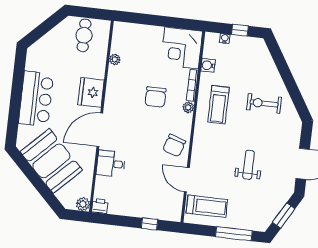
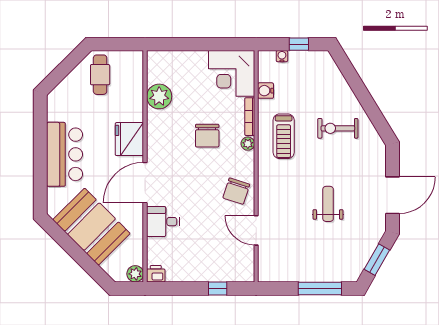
cafe table: (84, 35) -> (100, 75), moved
plant: (115, 59) -> (159, 96), width x1.88, depth x1.88
treadmill: (207, 206) -> (284, 259), removed

